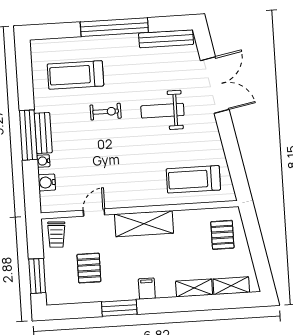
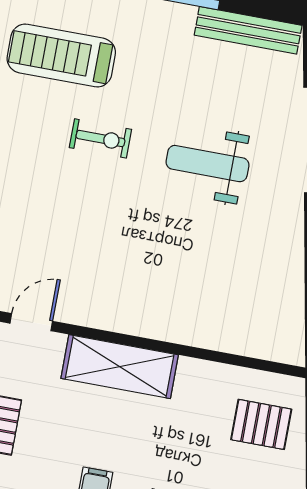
treadmill: (193, 179) -> (233, 307), removed
pallet: (222, 235) -> (261, 424), turned 90

